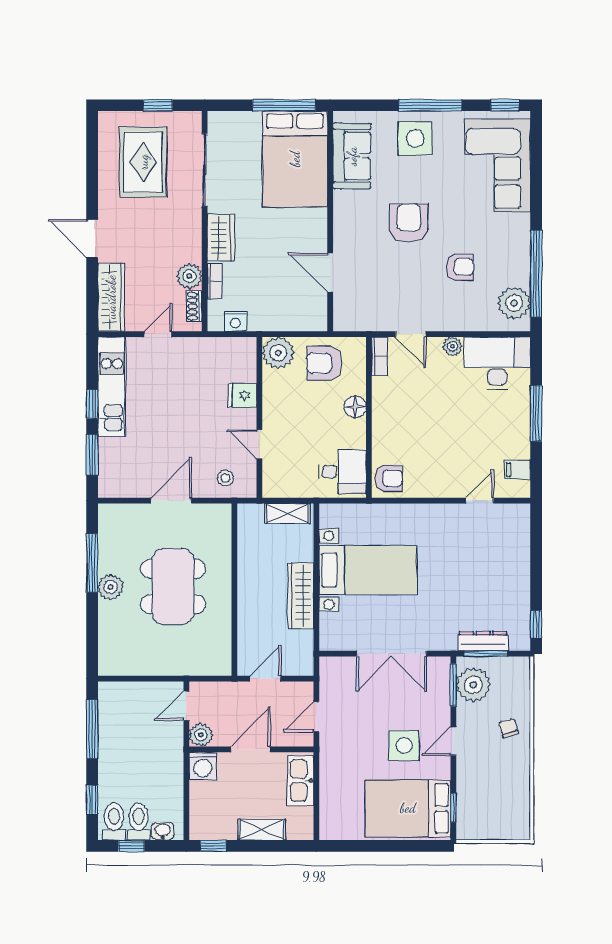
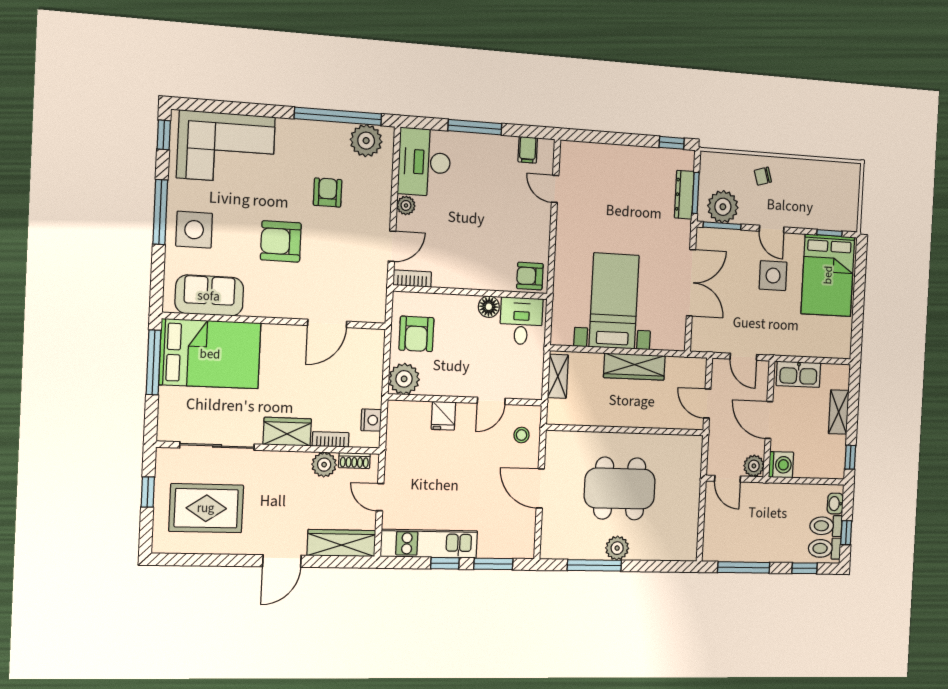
floor lamp: (355, 407) -> (489, 307), moved
armchair: (389, 478) -> (530, 276), turned -90

